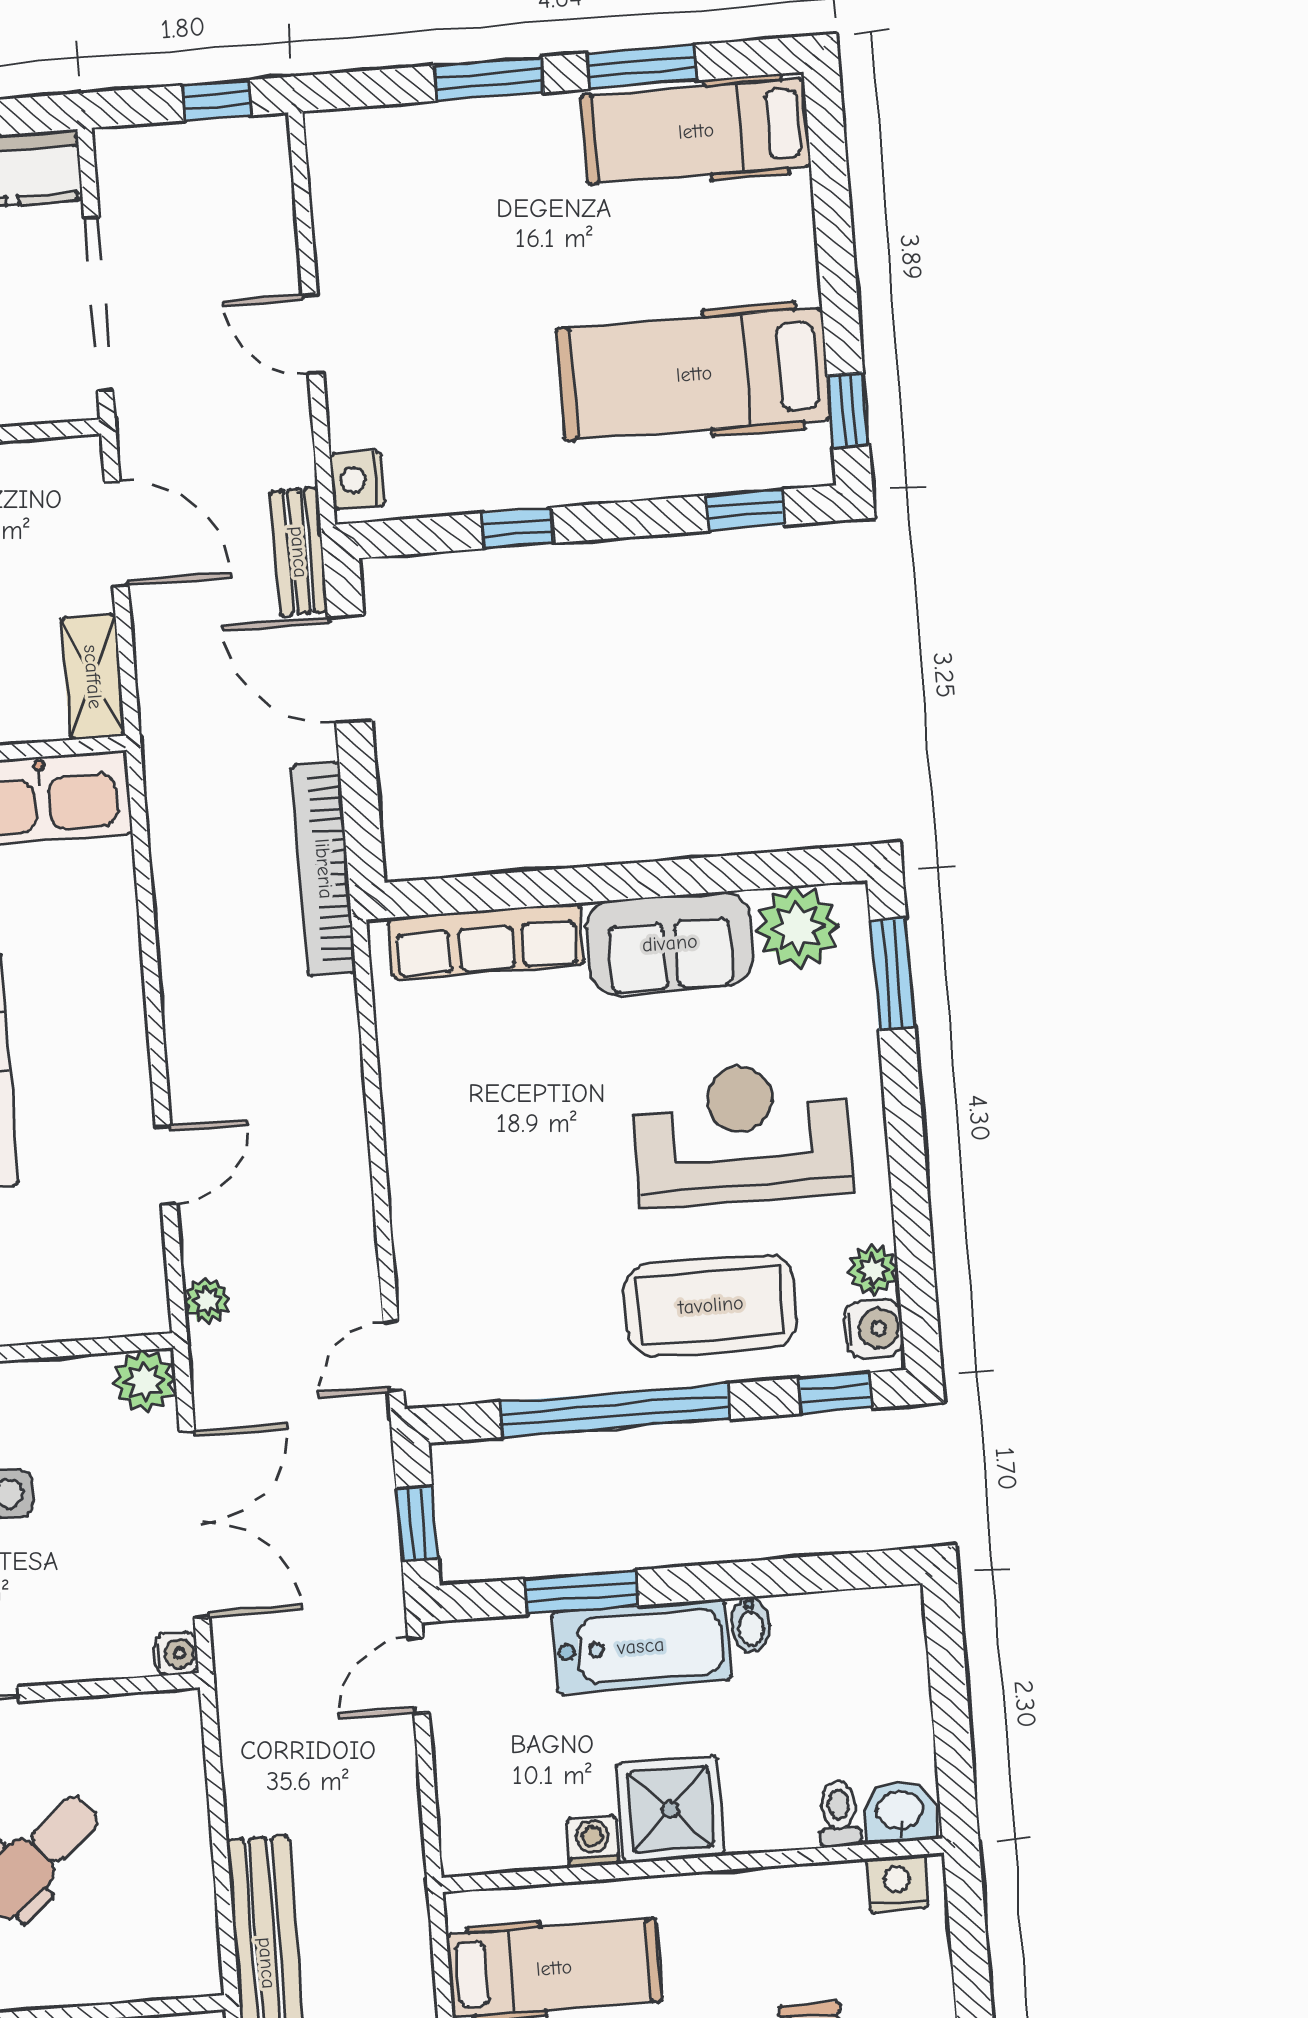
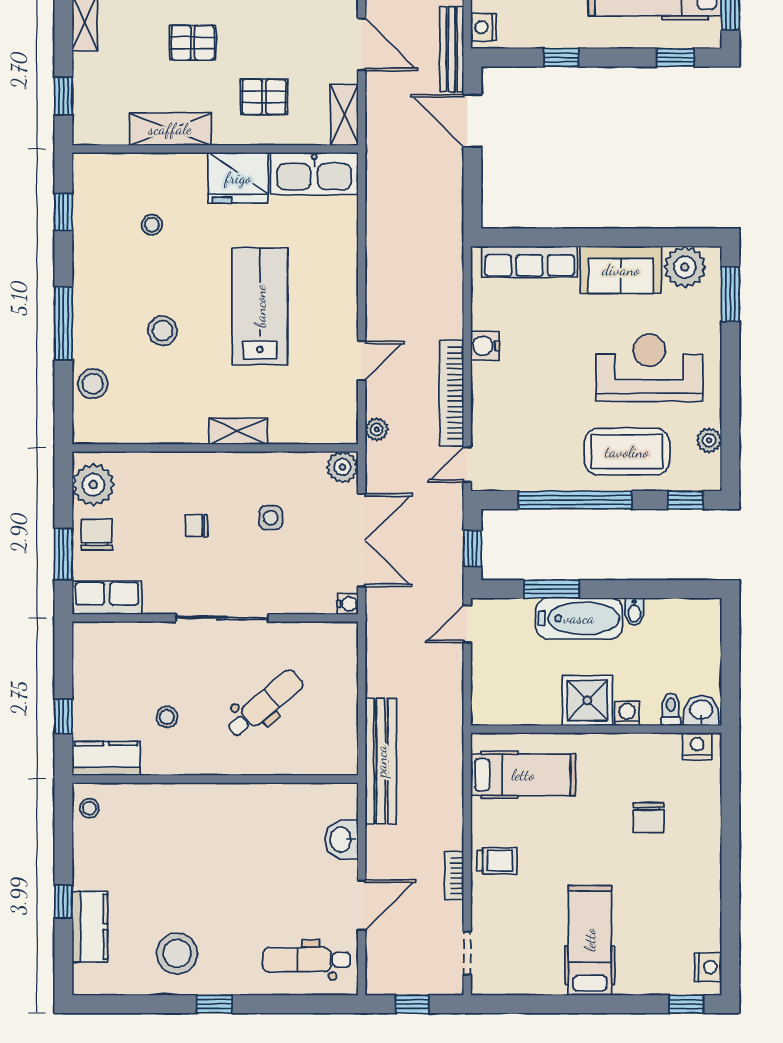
bench: (299, 552) -> (452, 49), width x1.36
bookcase: (324, 869) -> (452, 393), moved
water cooler: (874, 1329) -> (485, 346), moved, turned 180
washing machine: (593, 1841) -> (627, 713), moved

